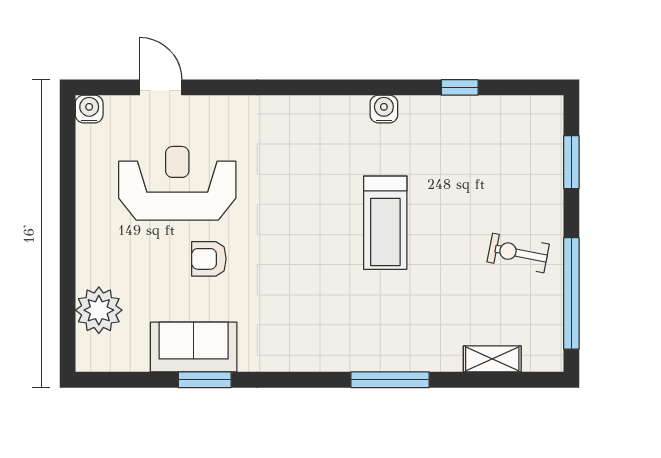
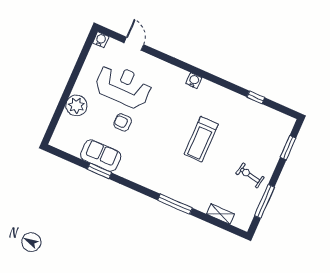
water cooler: (384, 109) -> (194, 81), moved
window: (571, 293) -> (264, 201), width x0.68
plant: (99, 310) -> (76, 106), moved

